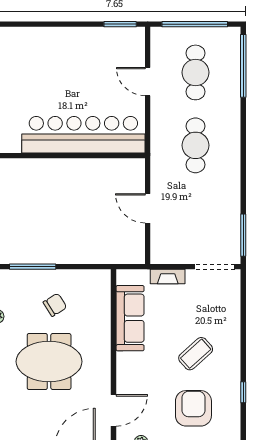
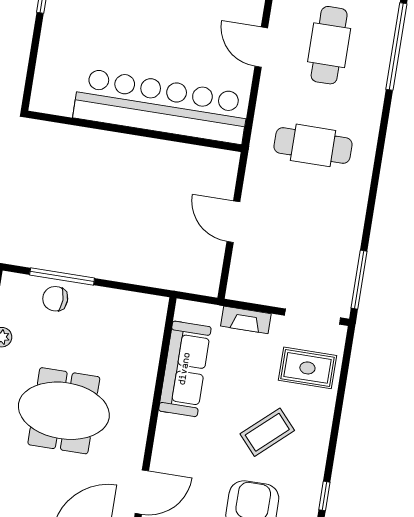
cafe table: (195, 145) -> (313, 145), turned 90
rug: (217, 304) -> (307, 368), added
chair: (55, 305) -> (55, 299), moved, turned -148

